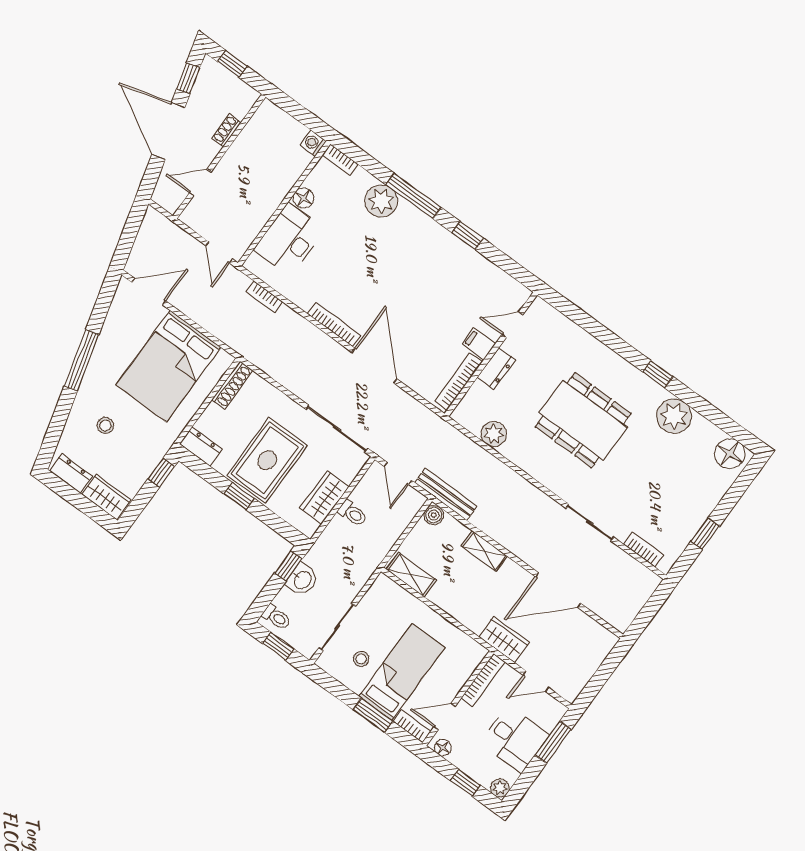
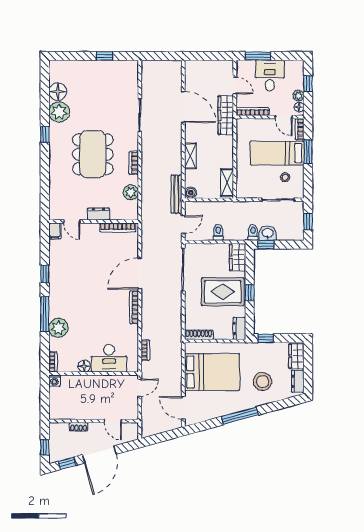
filing cabinet: (479, 344) -> (55, 231), moved
stool: (105, 425) -> (263, 382), width x1.89, depth x1.89
floor lamp: (730, 454) -> (58, 92), moved
wardrobe: (325, 497) -> (238, 257), moved, turned 90
bookcase: (644, 549) -> (134, 163), moved
toilet: (276, 617) -> (253, 232), moved
wardrobe: (504, 640) -> (226, 115), width x1.50
plant: (500, 788) -> (298, 95), moved

